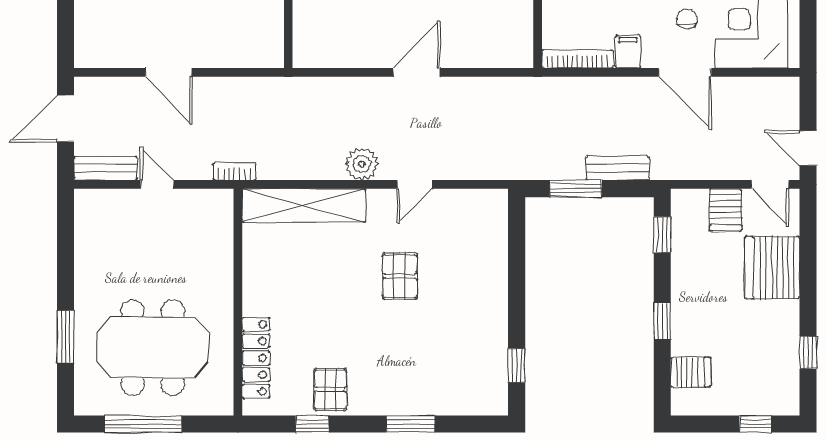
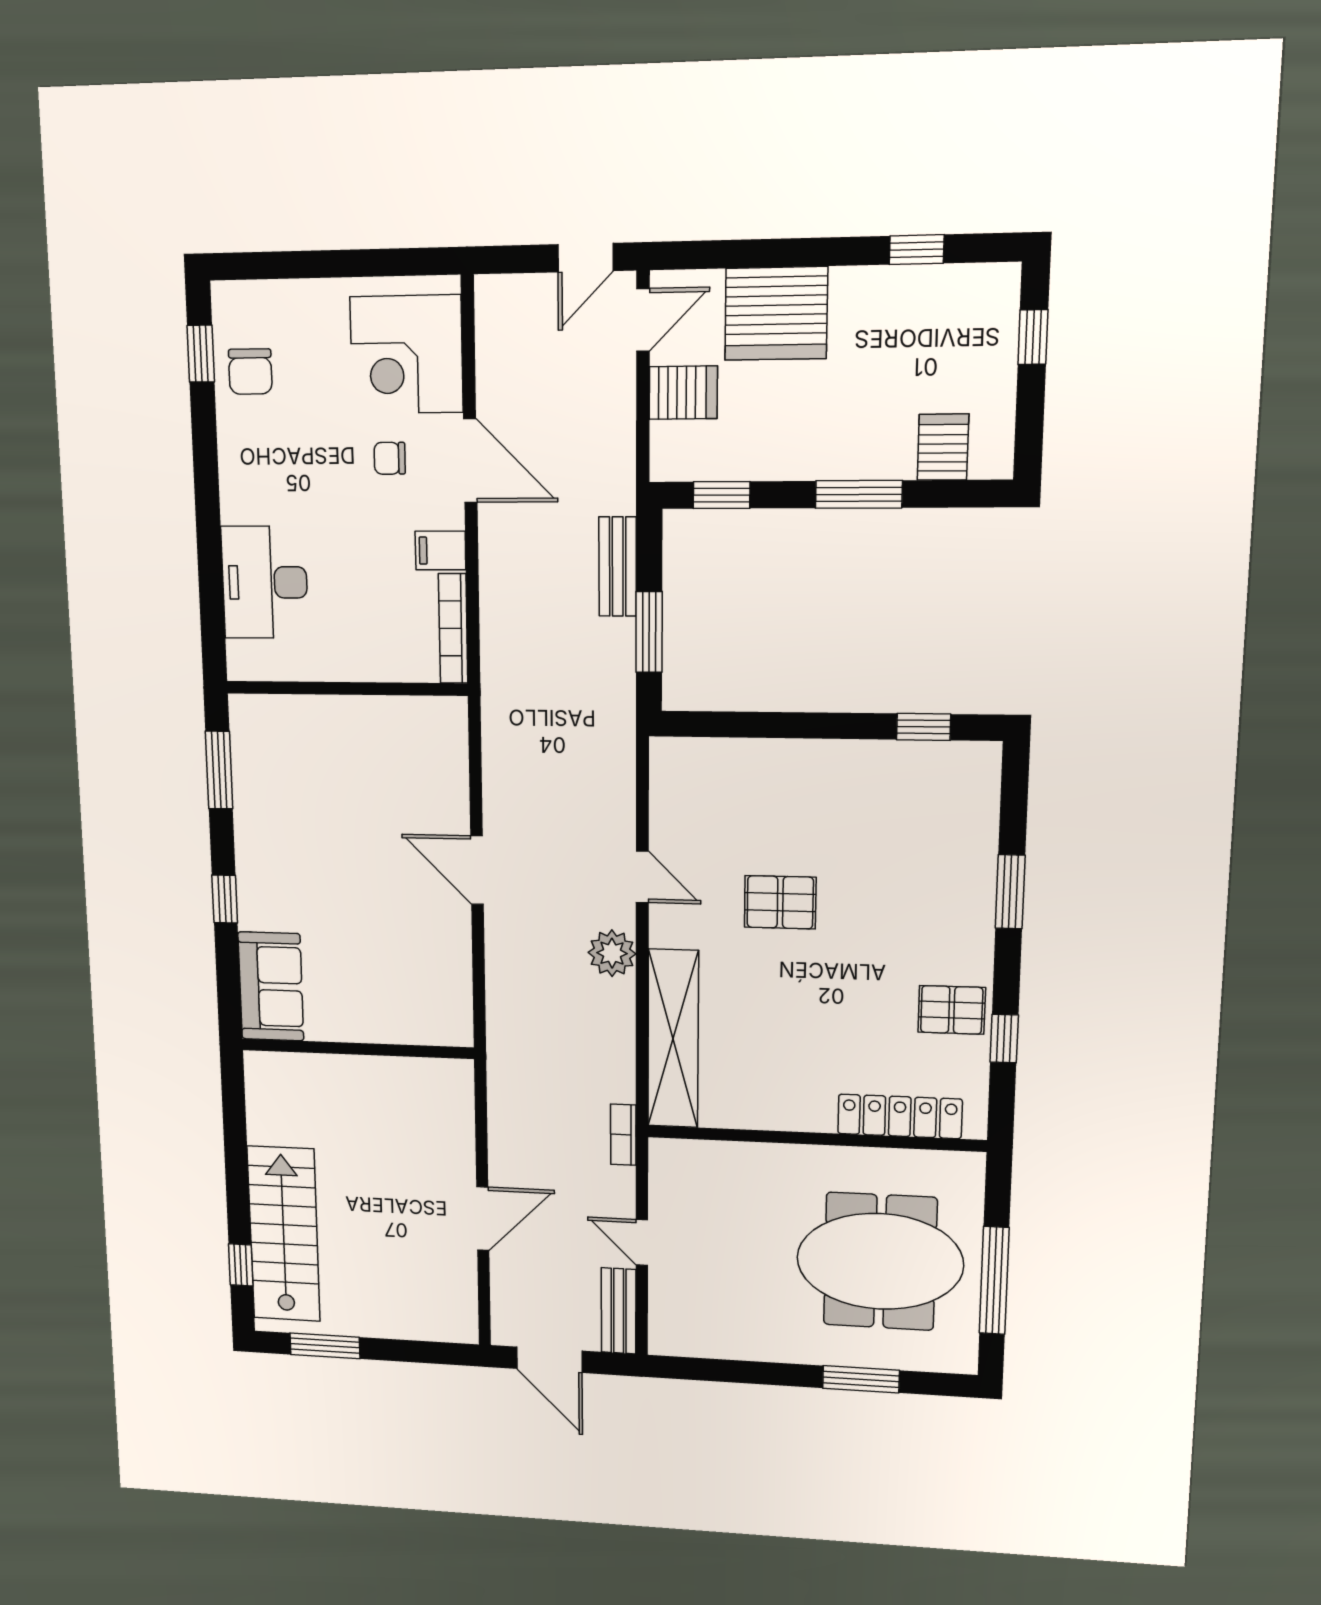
door: (685, 72) -> (470, 461), hinge flipped
door: (157, 184) -> (642, 1243), hinge flipped
window: (662, 321) -> (859, 494), width x1.50
meeting table: (152, 348) -> (880, 1261), turned 90

